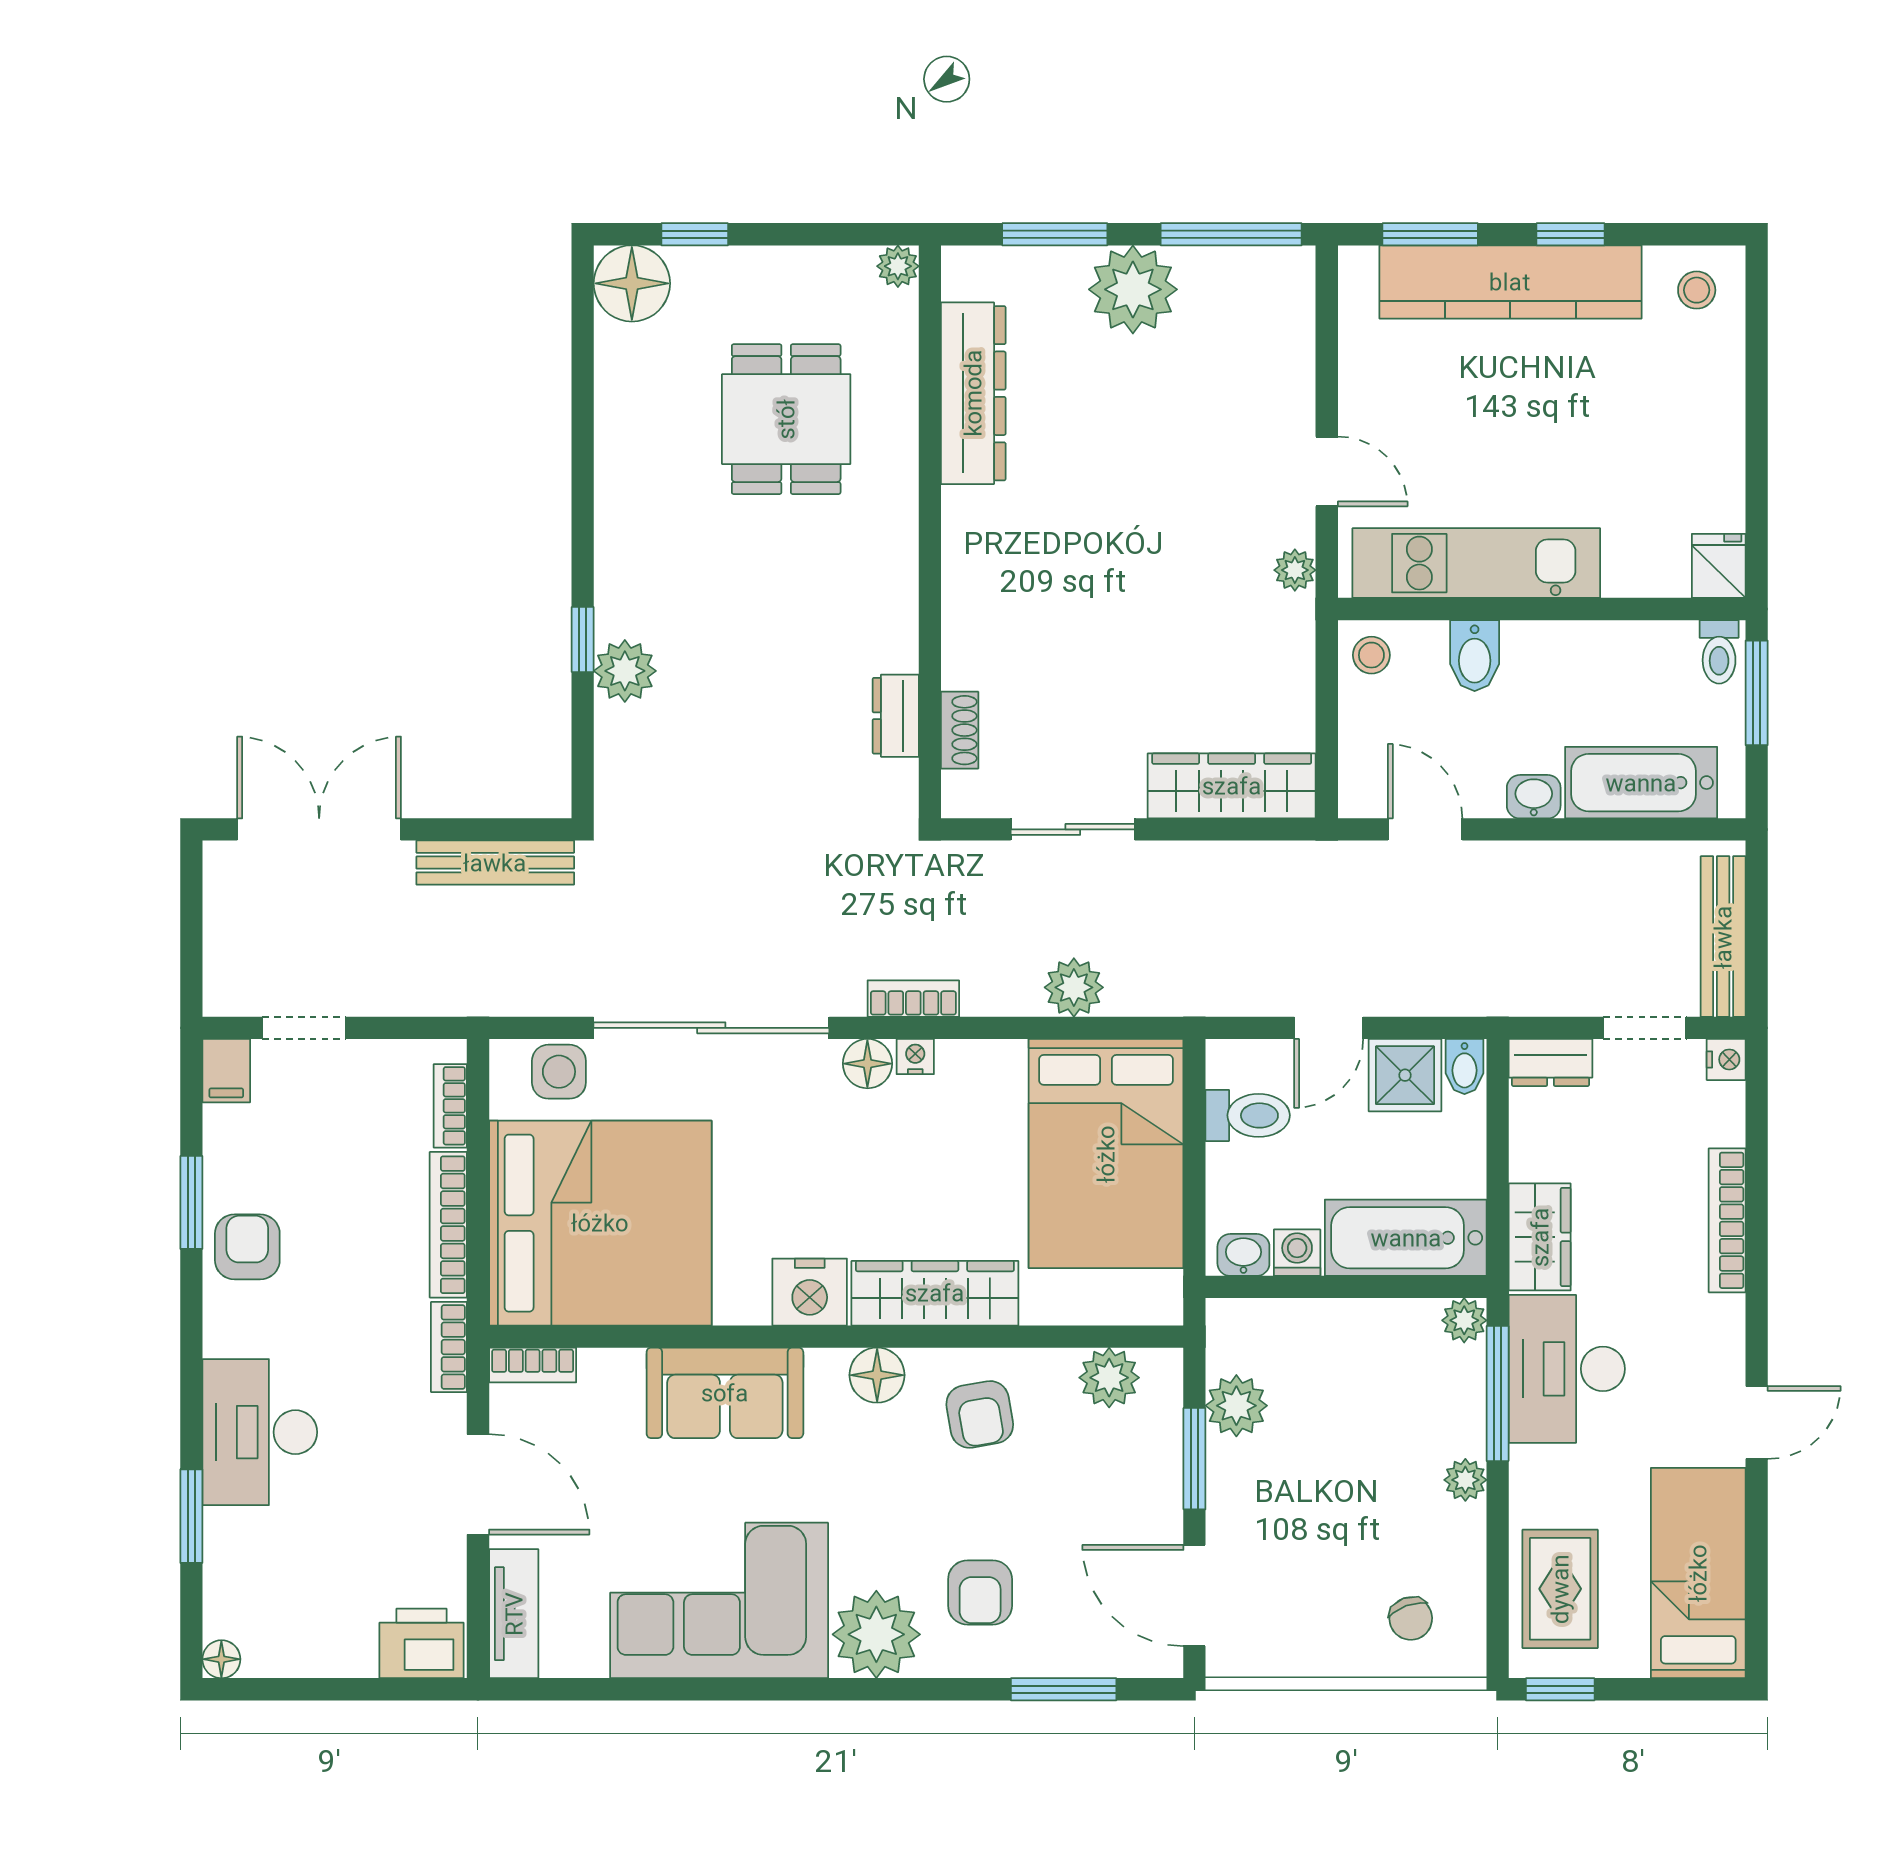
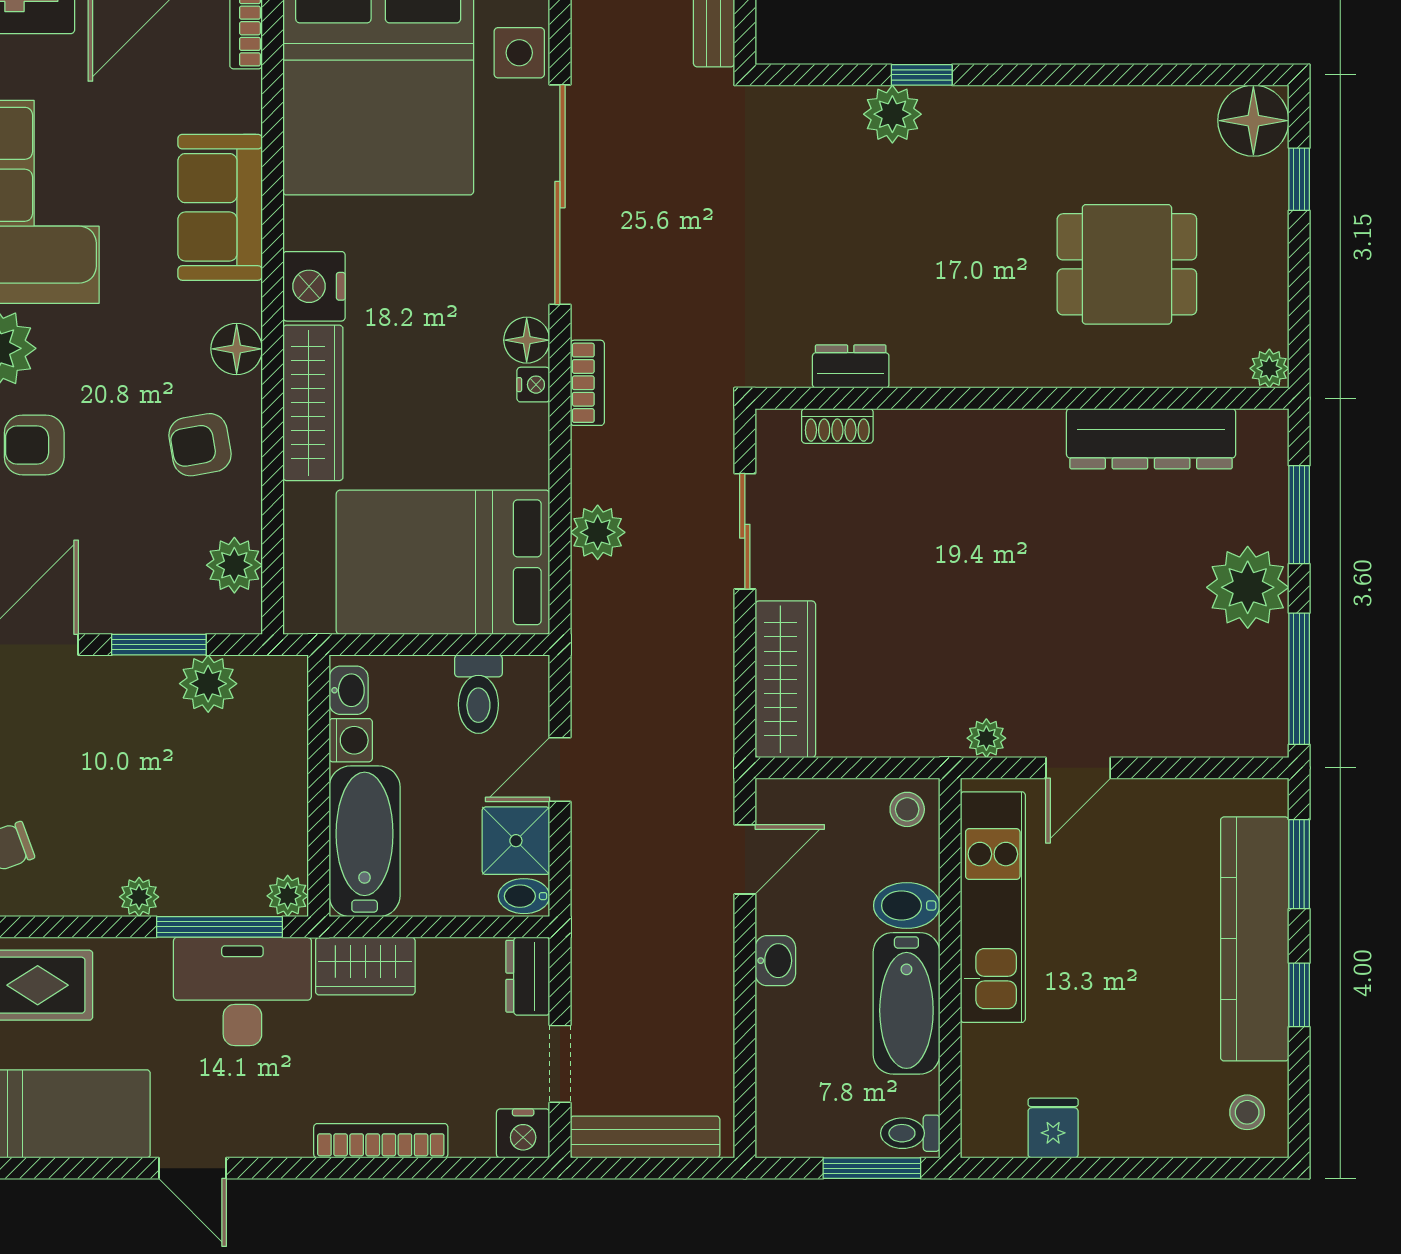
fridge: (1719, 566) -> (1053, 1128), moved, turned -90
bathtub: (1641, 783) -> (906, 1003), moved, turned 180
door: (1329, 1028) -> (560, 770), hinge flipped
nightstand: (1726, 1059) -> (523, 1133), width x1.39, depth x1.35

